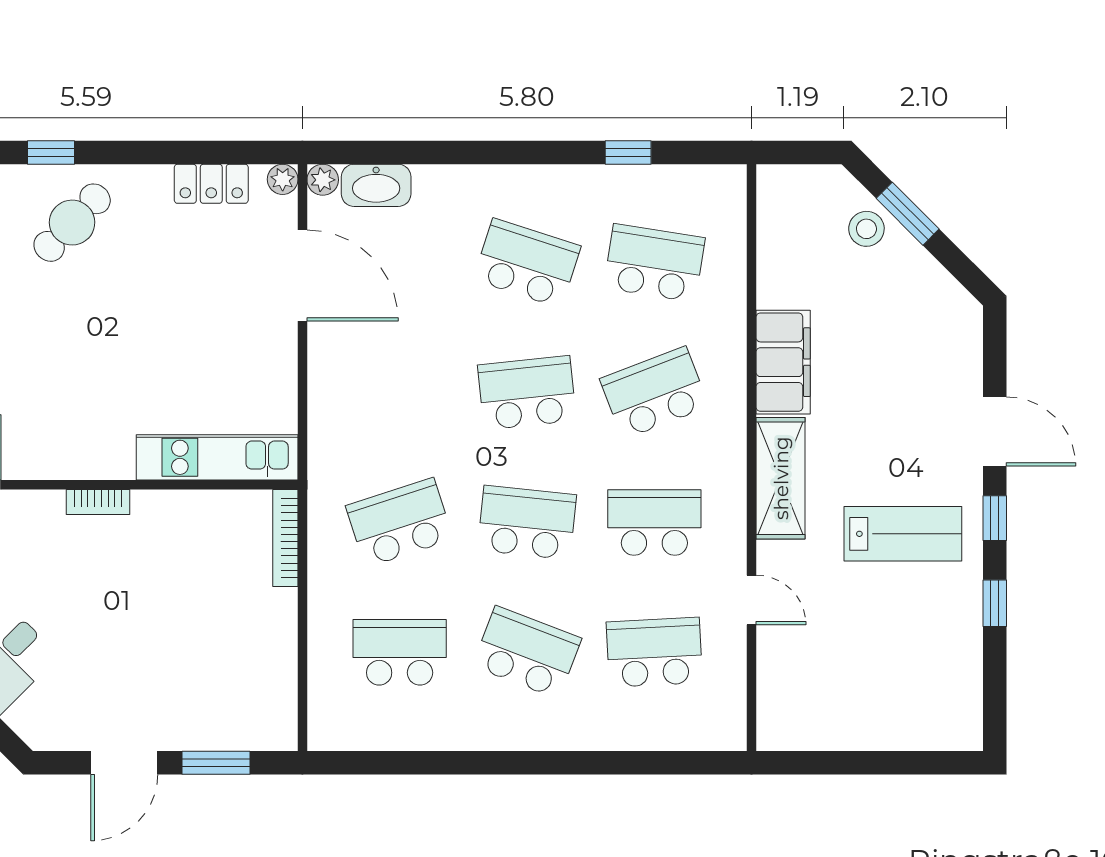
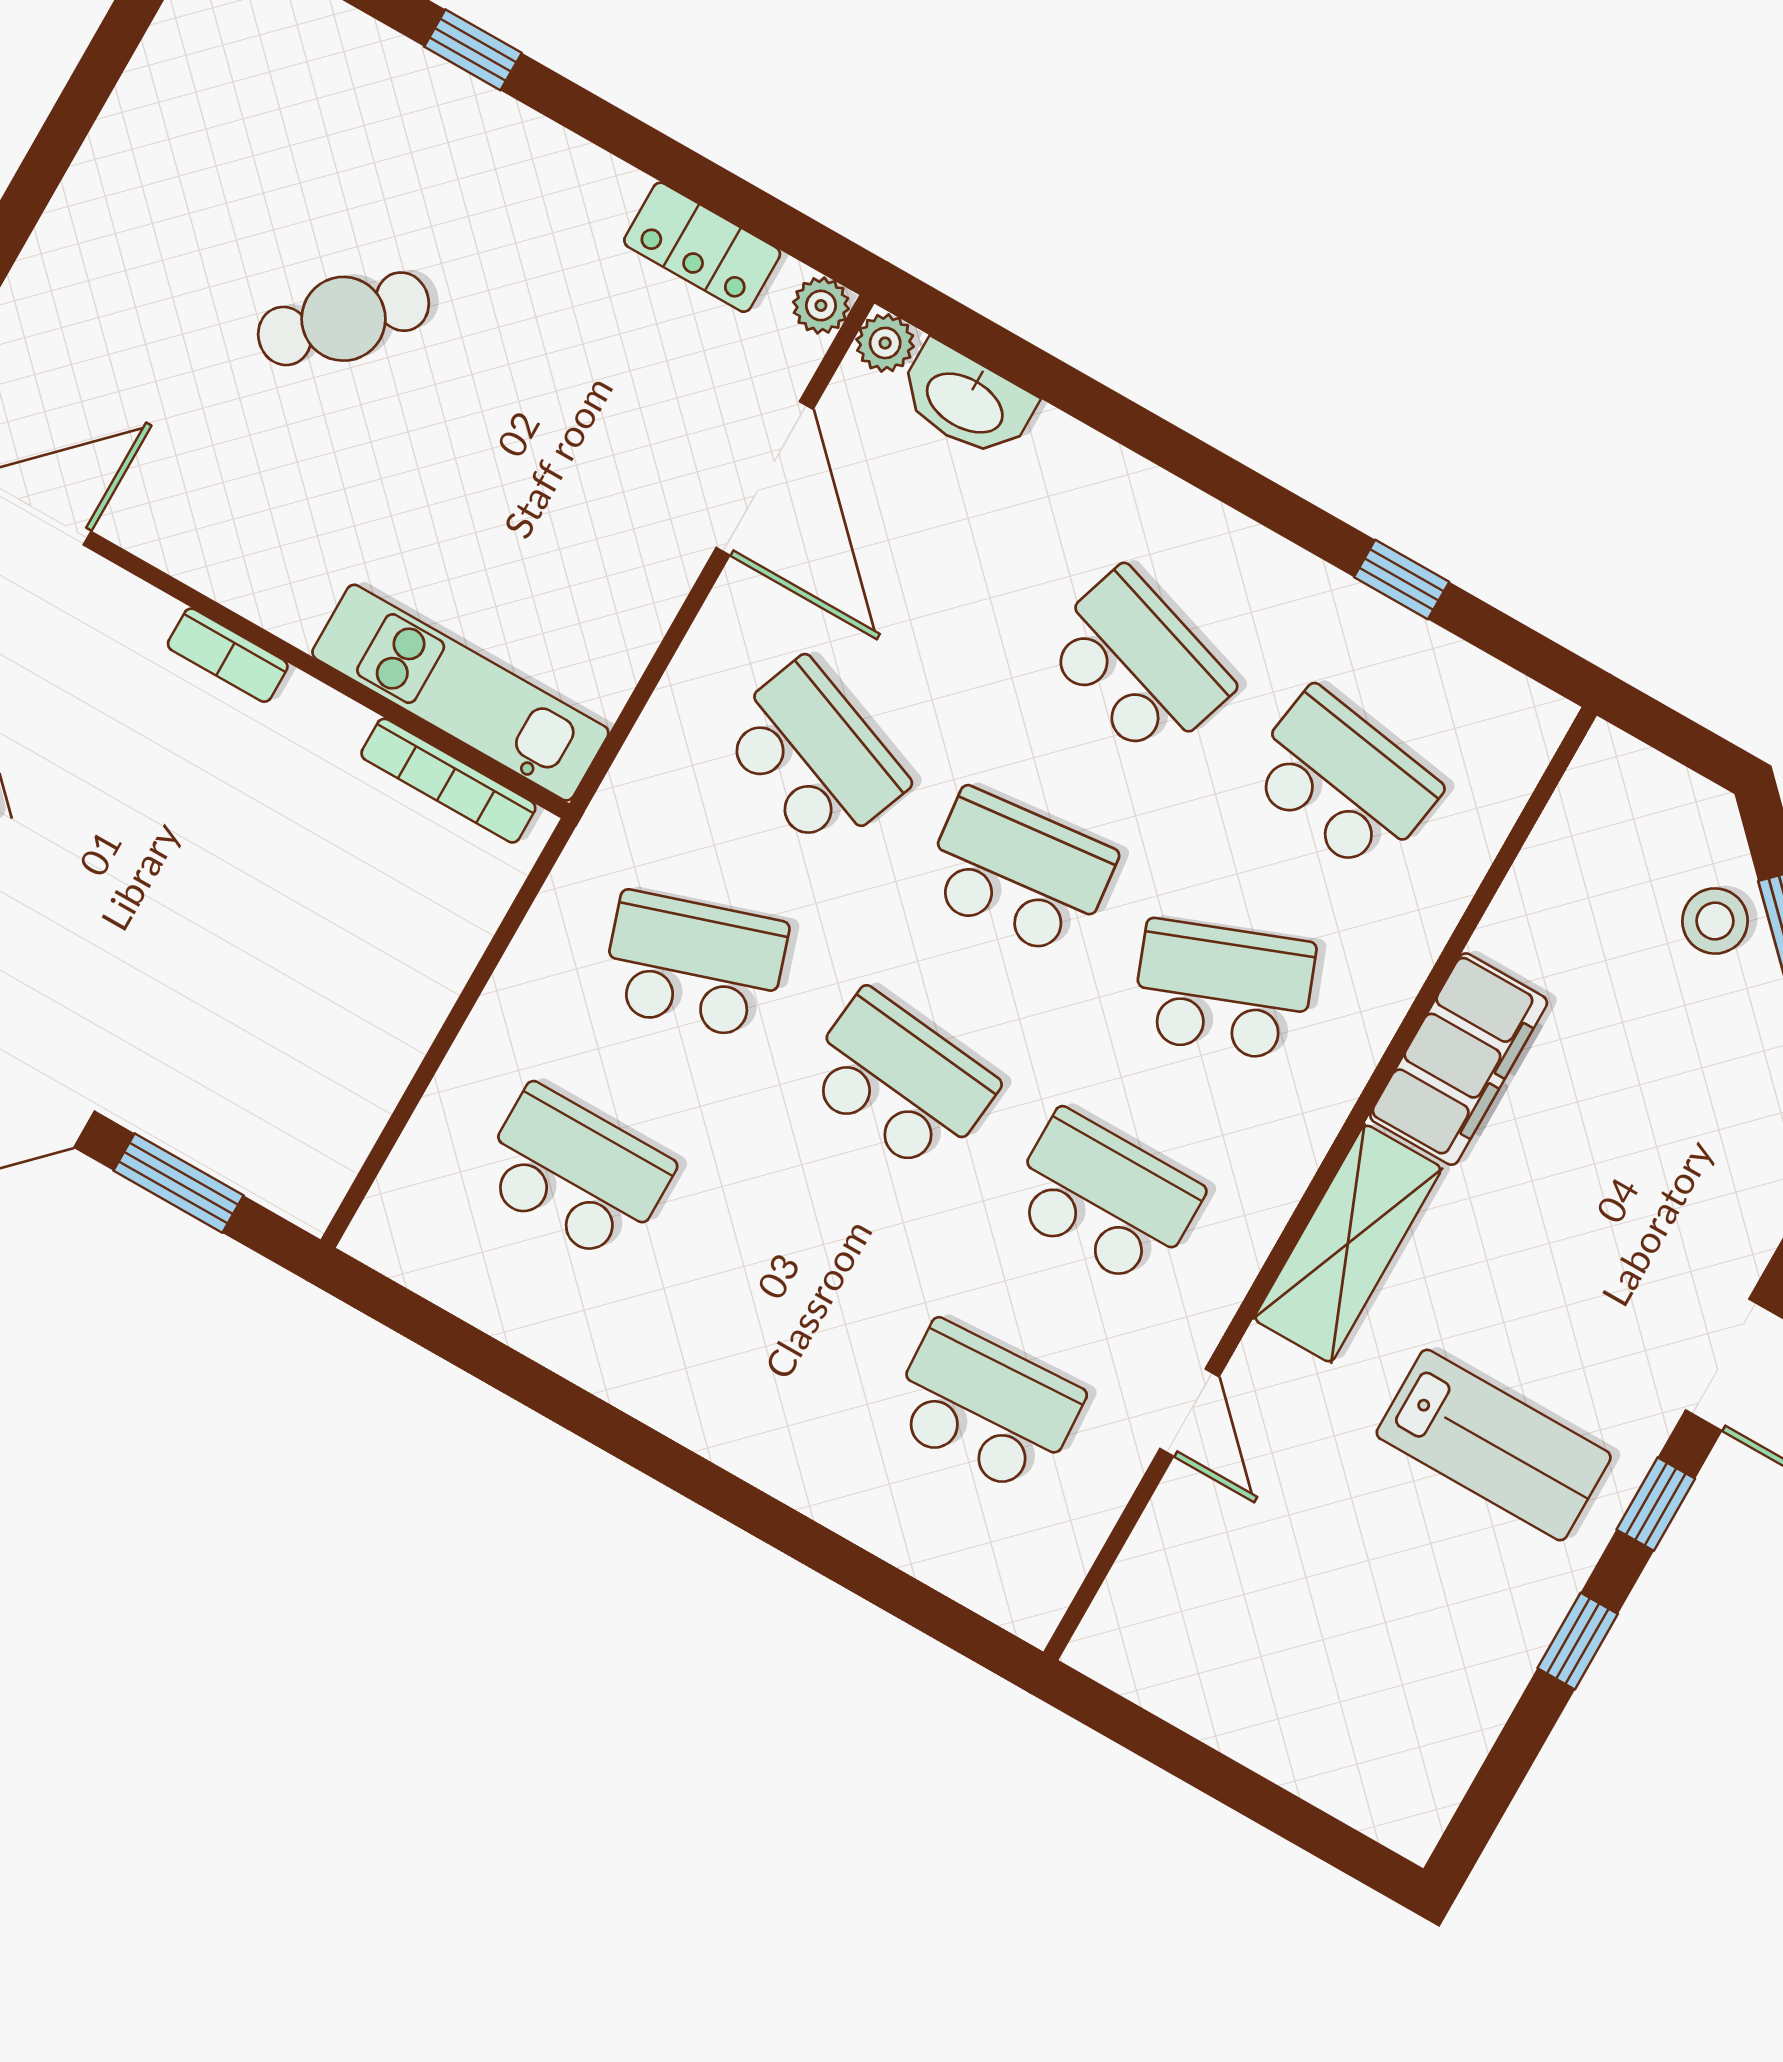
cafe table: (72, 223) -> (343, 319), moved
bookcase: (285, 538) -> (448, 781), moved, turned -90
school desk: (527, 652) -> (813, 756), moved

